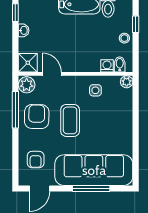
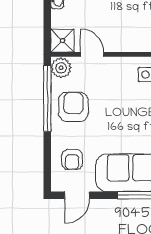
window: (15, 110) -> (47, 98), width x1.46
coffee table: (70, 120) -> (114, 112), removed

